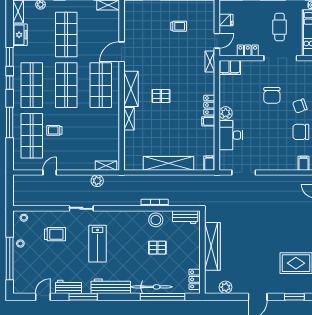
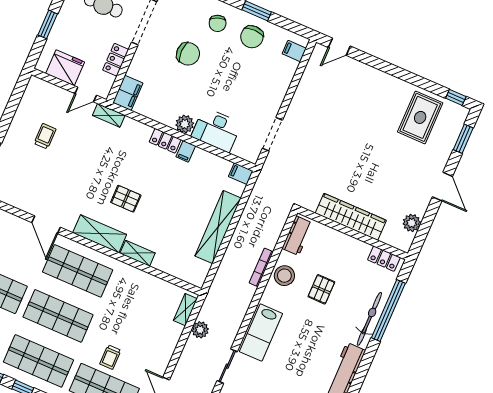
fridge: (226, 20) -> (65, 68), width x1.88, depth x1.34
door: (217, 41) -> (86, 94), swing flipped
pallet: (161, 96) -> (126, 199), turned 90
lab bench: (98, 244) -> (261, 333), moved, turned 90

